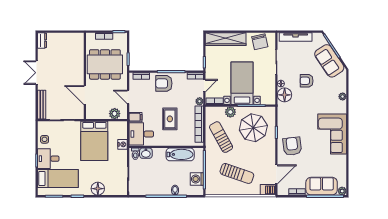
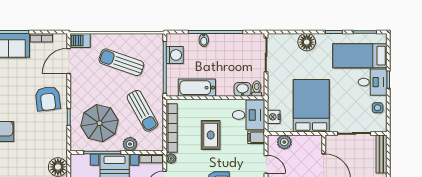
nightstand: (122, 144) -> (274, 117), moved

